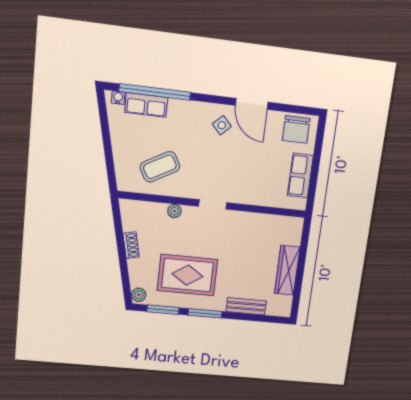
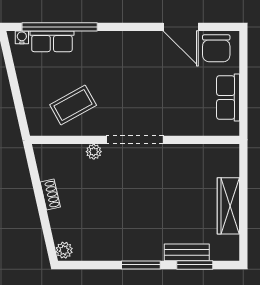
door: (252, 104) -> (181, 27), moved
side table: (222, 125) -> (135, 53), removed
doorway: (213, 204) -> (135, 140), width x1.88
rug: (187, 275) -> (116, 222), removed
window: (163, 310) -> (195, 265), moved

